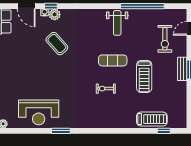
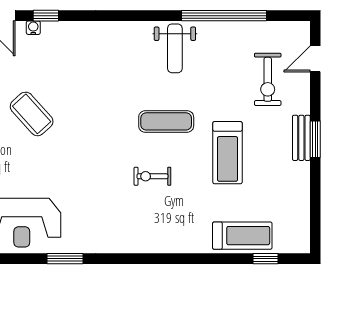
plant: (55, 14) -> (53, 32), removed
coffee table: (57, 44) -> (32, 114), moved

